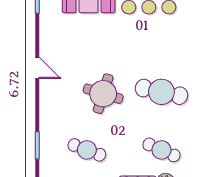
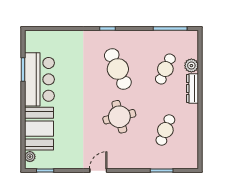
cafe table: (161, 92) -> (118, 69), turned -36
round table: (103, 94) -> (119, 117), turned -31

